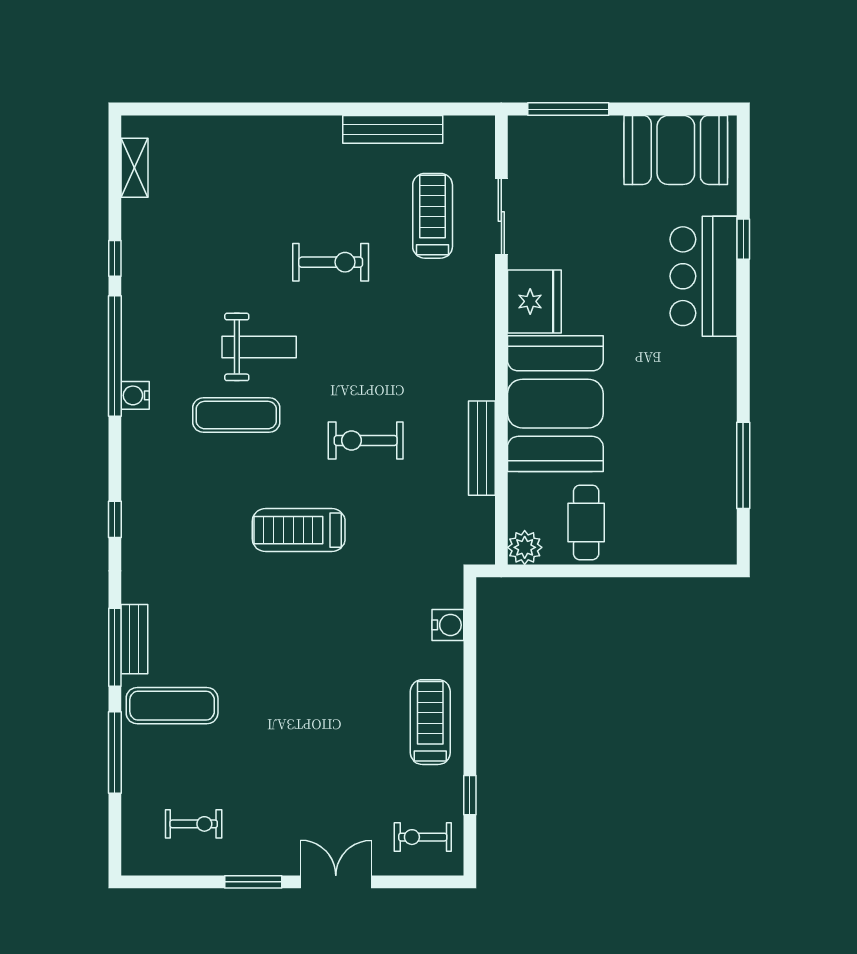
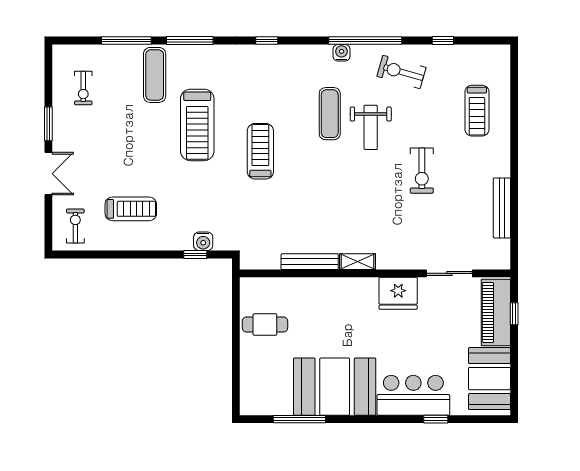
window: (568, 109) -> (514, 314), width x0.46
piano: (566, 139) -> (496, 312), added
shelving: (135, 168) -> (358, 262), moved
treadmill: (433, 216) -> (477, 111), moved, turned 90
window: (115, 258) -> (443, 41), moved
booth: (555, 404) -> (335, 387), moved
exercise bike: (366, 440) -> (401, 72), moved, turned -74
plant: (525, 547) -> (250, 288), removed
treadmill: (255, 635) -> (197, 125), added
bench: (134, 639) -> (195, 52), removed
treadmill: (430, 722) -> (131, 209), moved
window: (470, 795) -> (195, 254), moved

